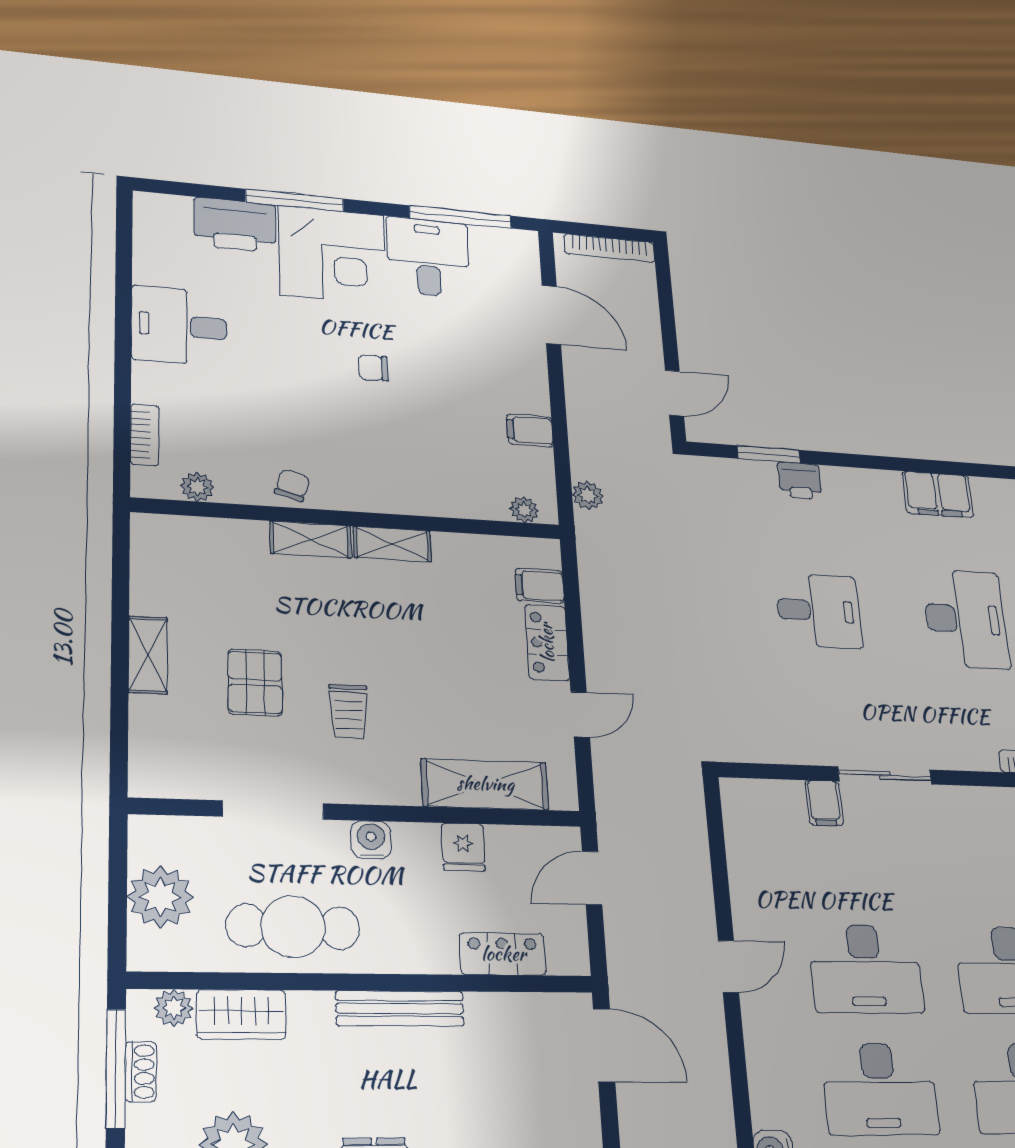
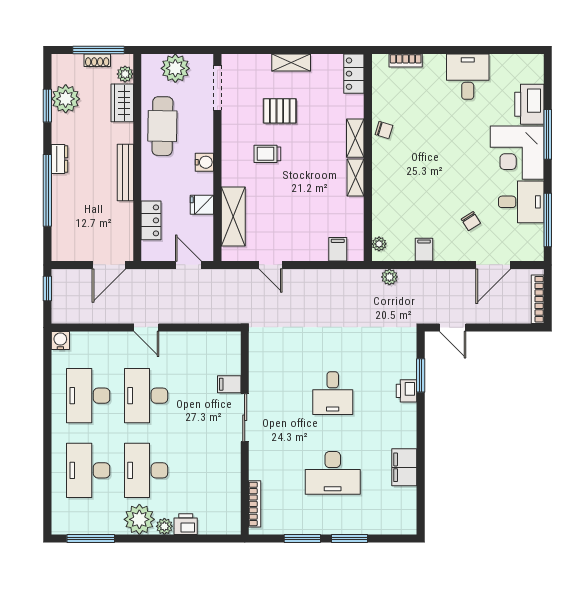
chair: (373, 368) -> (471, 221), moved, turned 149
plant: (197, 487) -> (380, 85), removed
locker: (547, 643) -> (354, 74), moved, turned -90
doorway: (273, 810) -> (217, 88), moved

